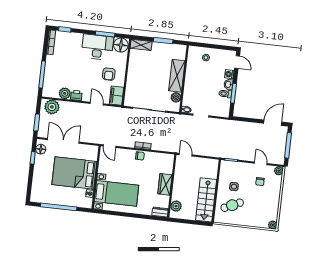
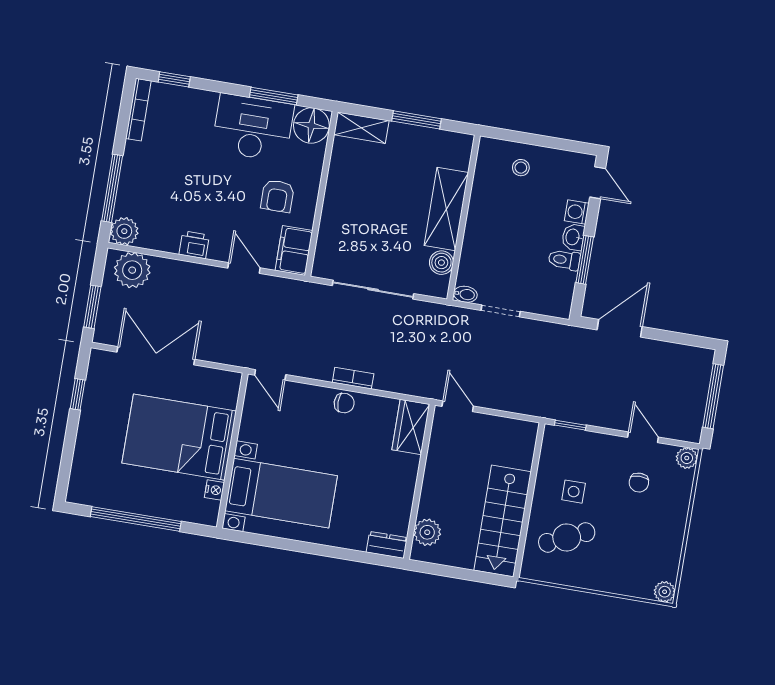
plant: (65, 93) -> (124, 231), moved
door: (273, 123) -> (620, 328), moved
floor lamp: (41, 149) -> (99, 373), removed
wardrobe: (165, 184) -> (411, 427), moved

